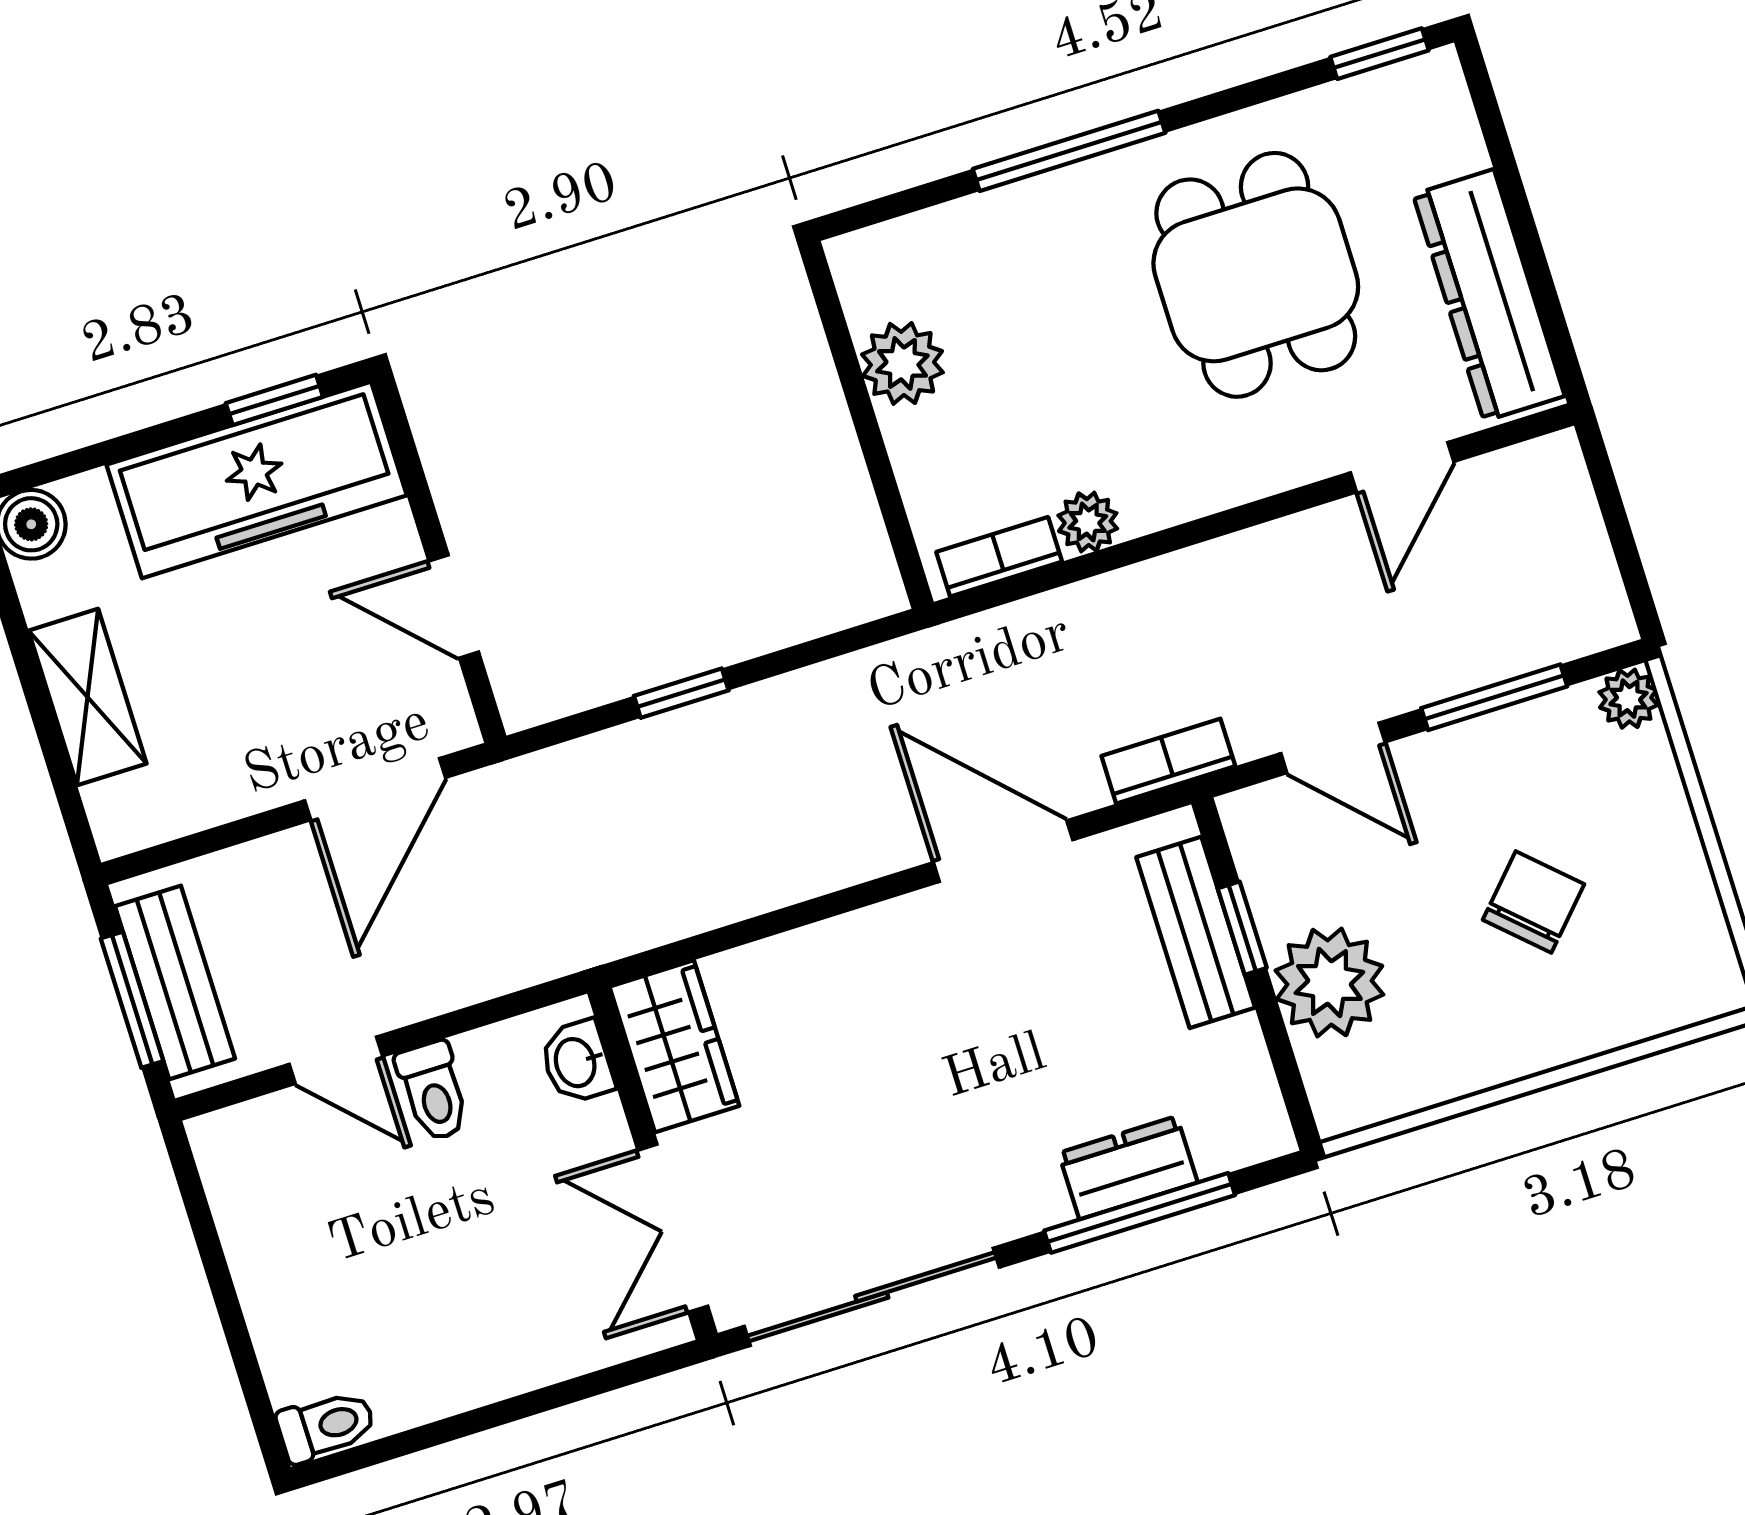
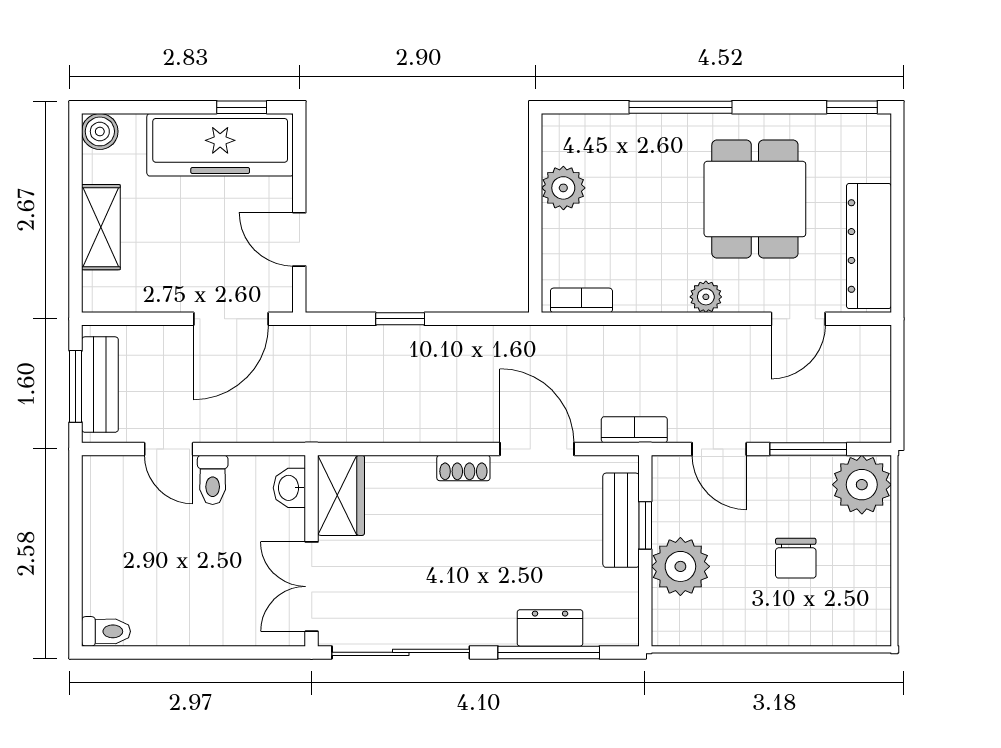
plant: (1088, 522) -> (706, 297), moved
plant: (1628, 699) -> (862, 485), width x1.88, depth x1.88
chair: (1534, 902) -> (796, 558), turned 137
shoe rack: (881, 927) -> (463, 468), added

